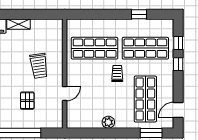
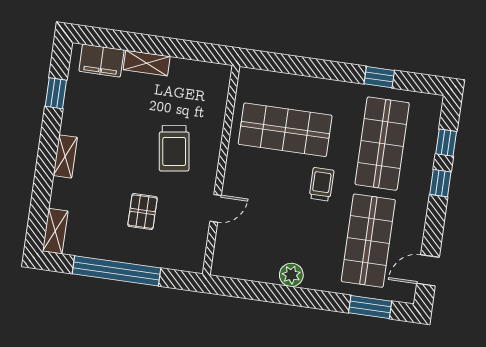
shop shelf: (145, 48) -> (382, 144), turned 90

